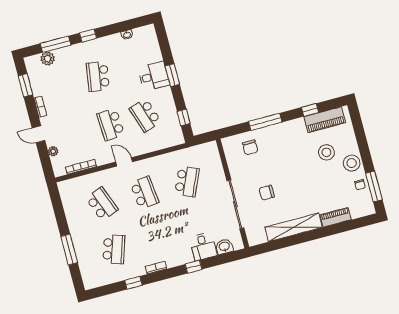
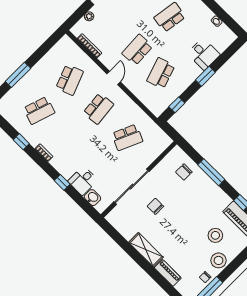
desk: (154, 76) -> (204, 54), moved
shelving: (294, 227) -> (146, 250), width x0.68

